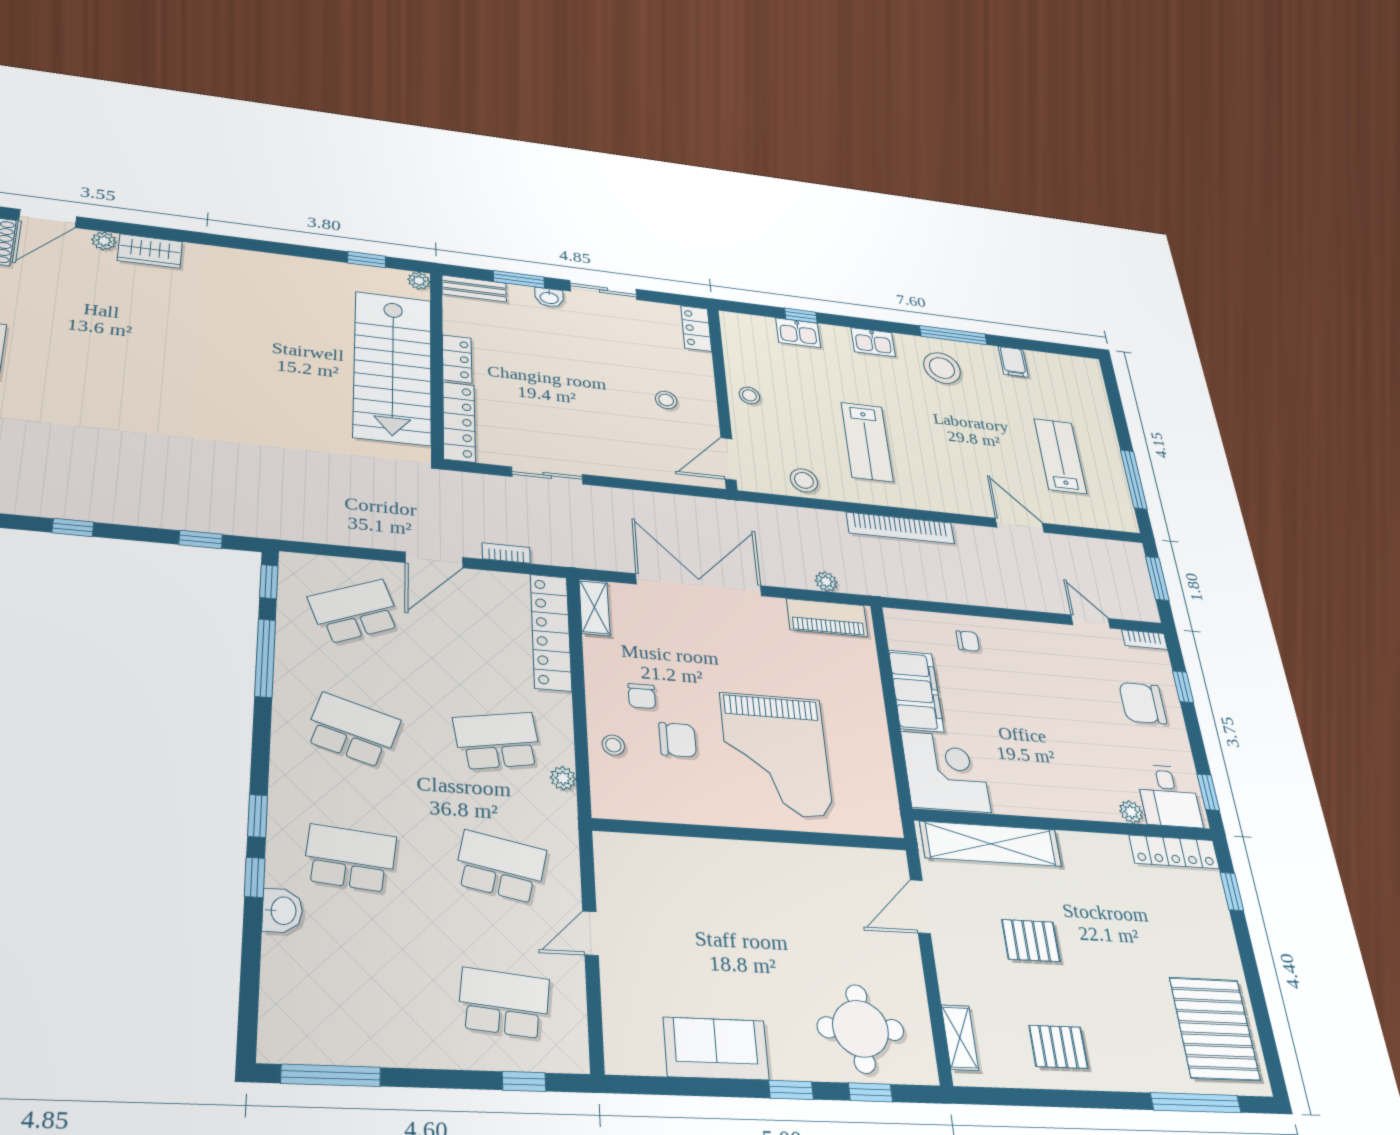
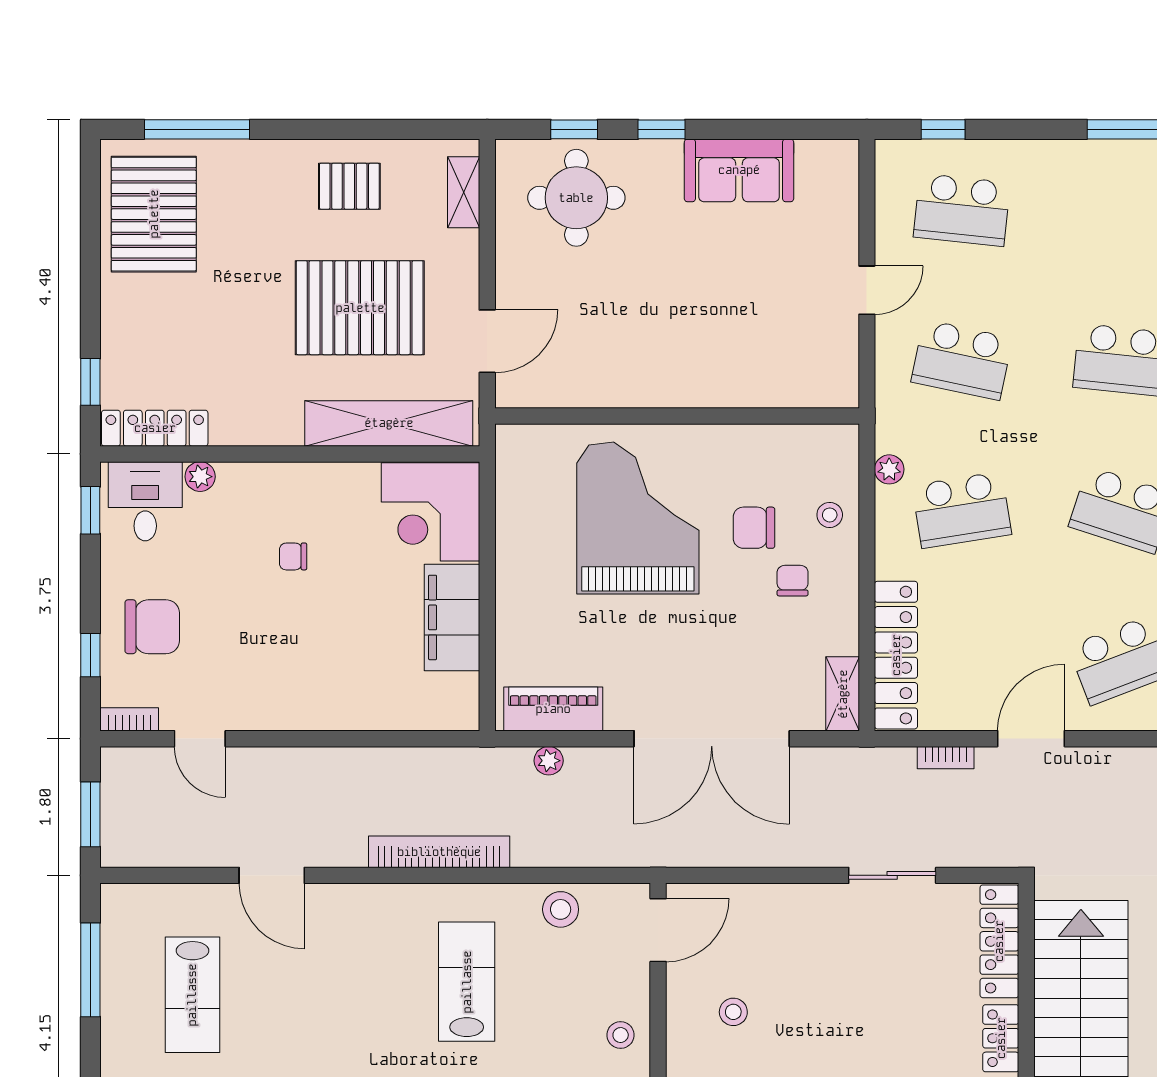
chair: (968, 641) -> (293, 556), moved
pallet: (1031, 941) -> (360, 308), width x2.05, depth x2.00

